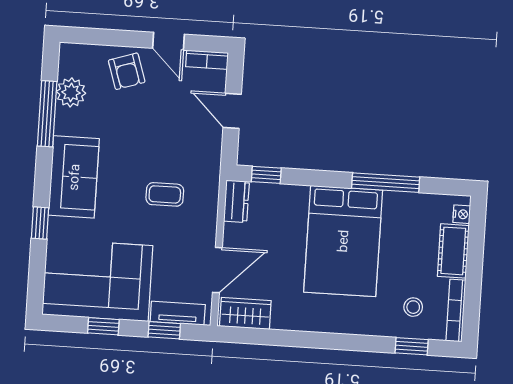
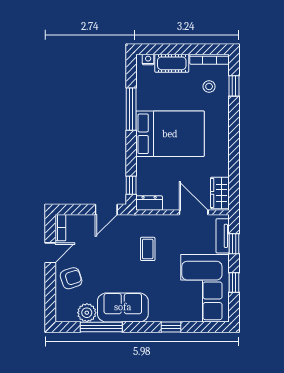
door: (232, 111) -> (106, 210), moved
sofa: (74, 177) -> (123, 307), moved

